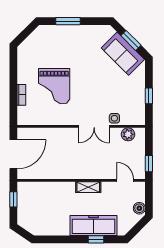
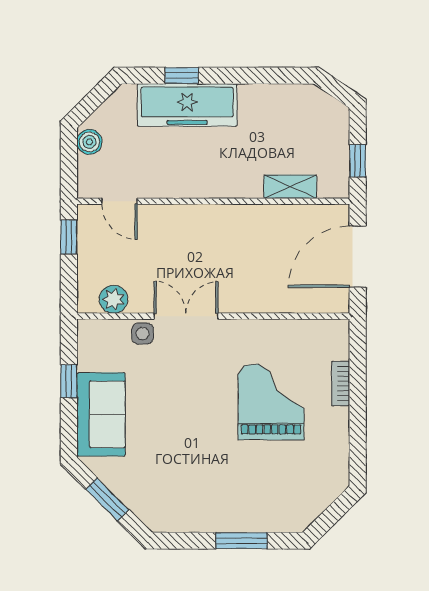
sofa: (123, 54) -> (101, 414), moved, turned 45
shelving: (88, 187) -> (290, 187), moved

